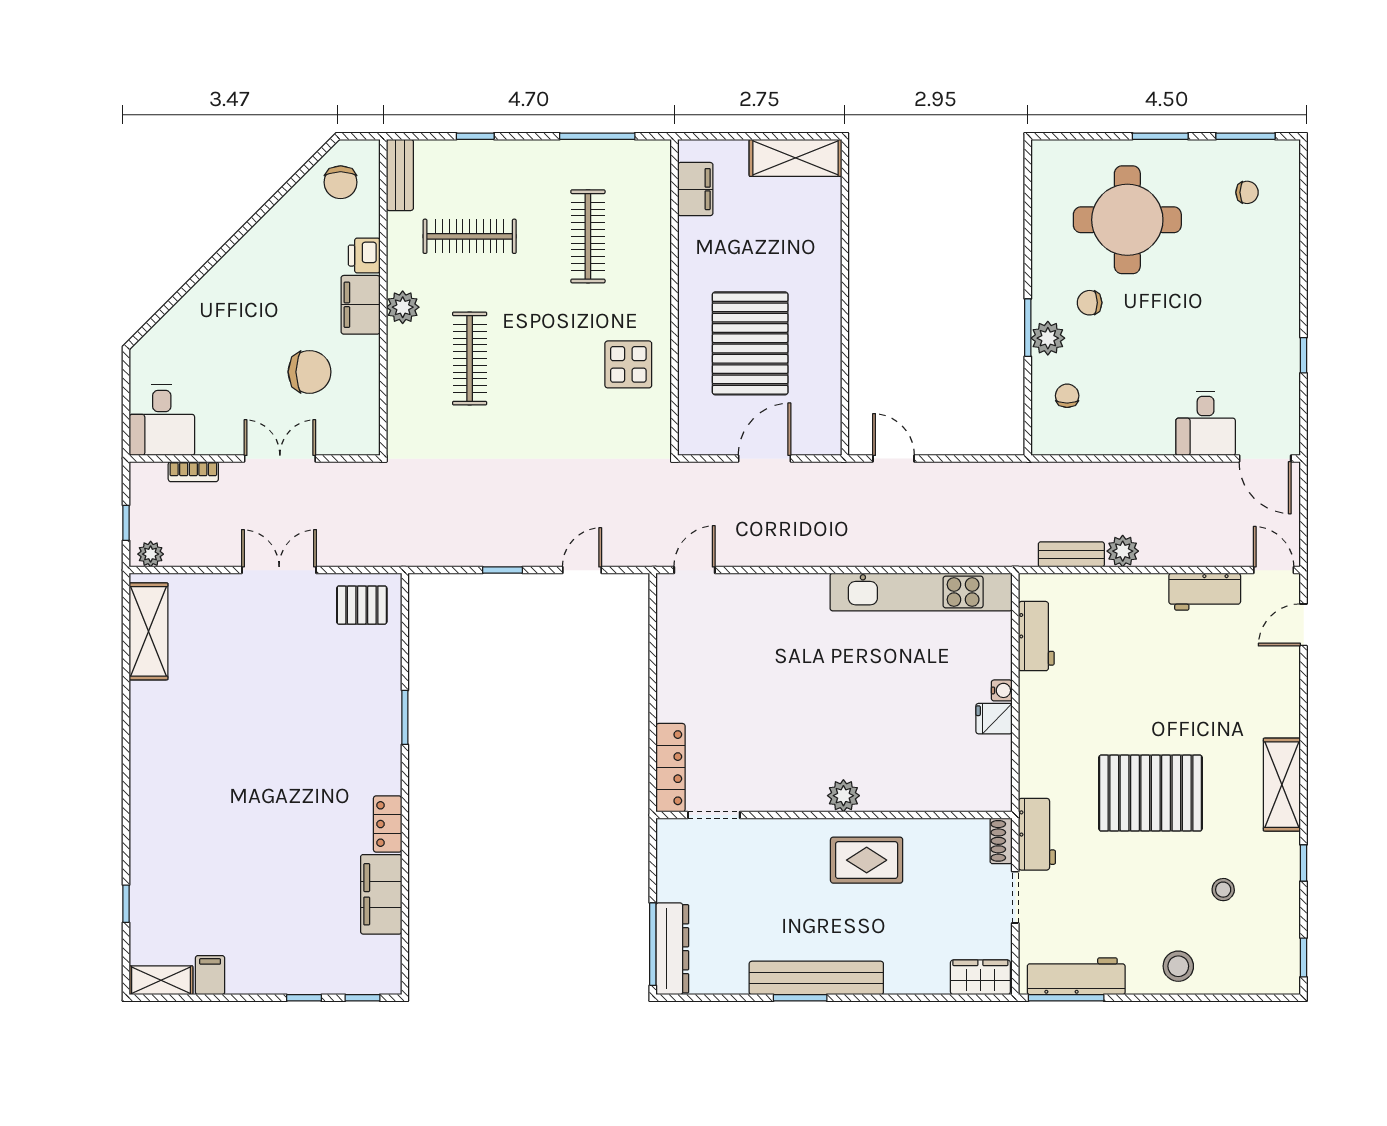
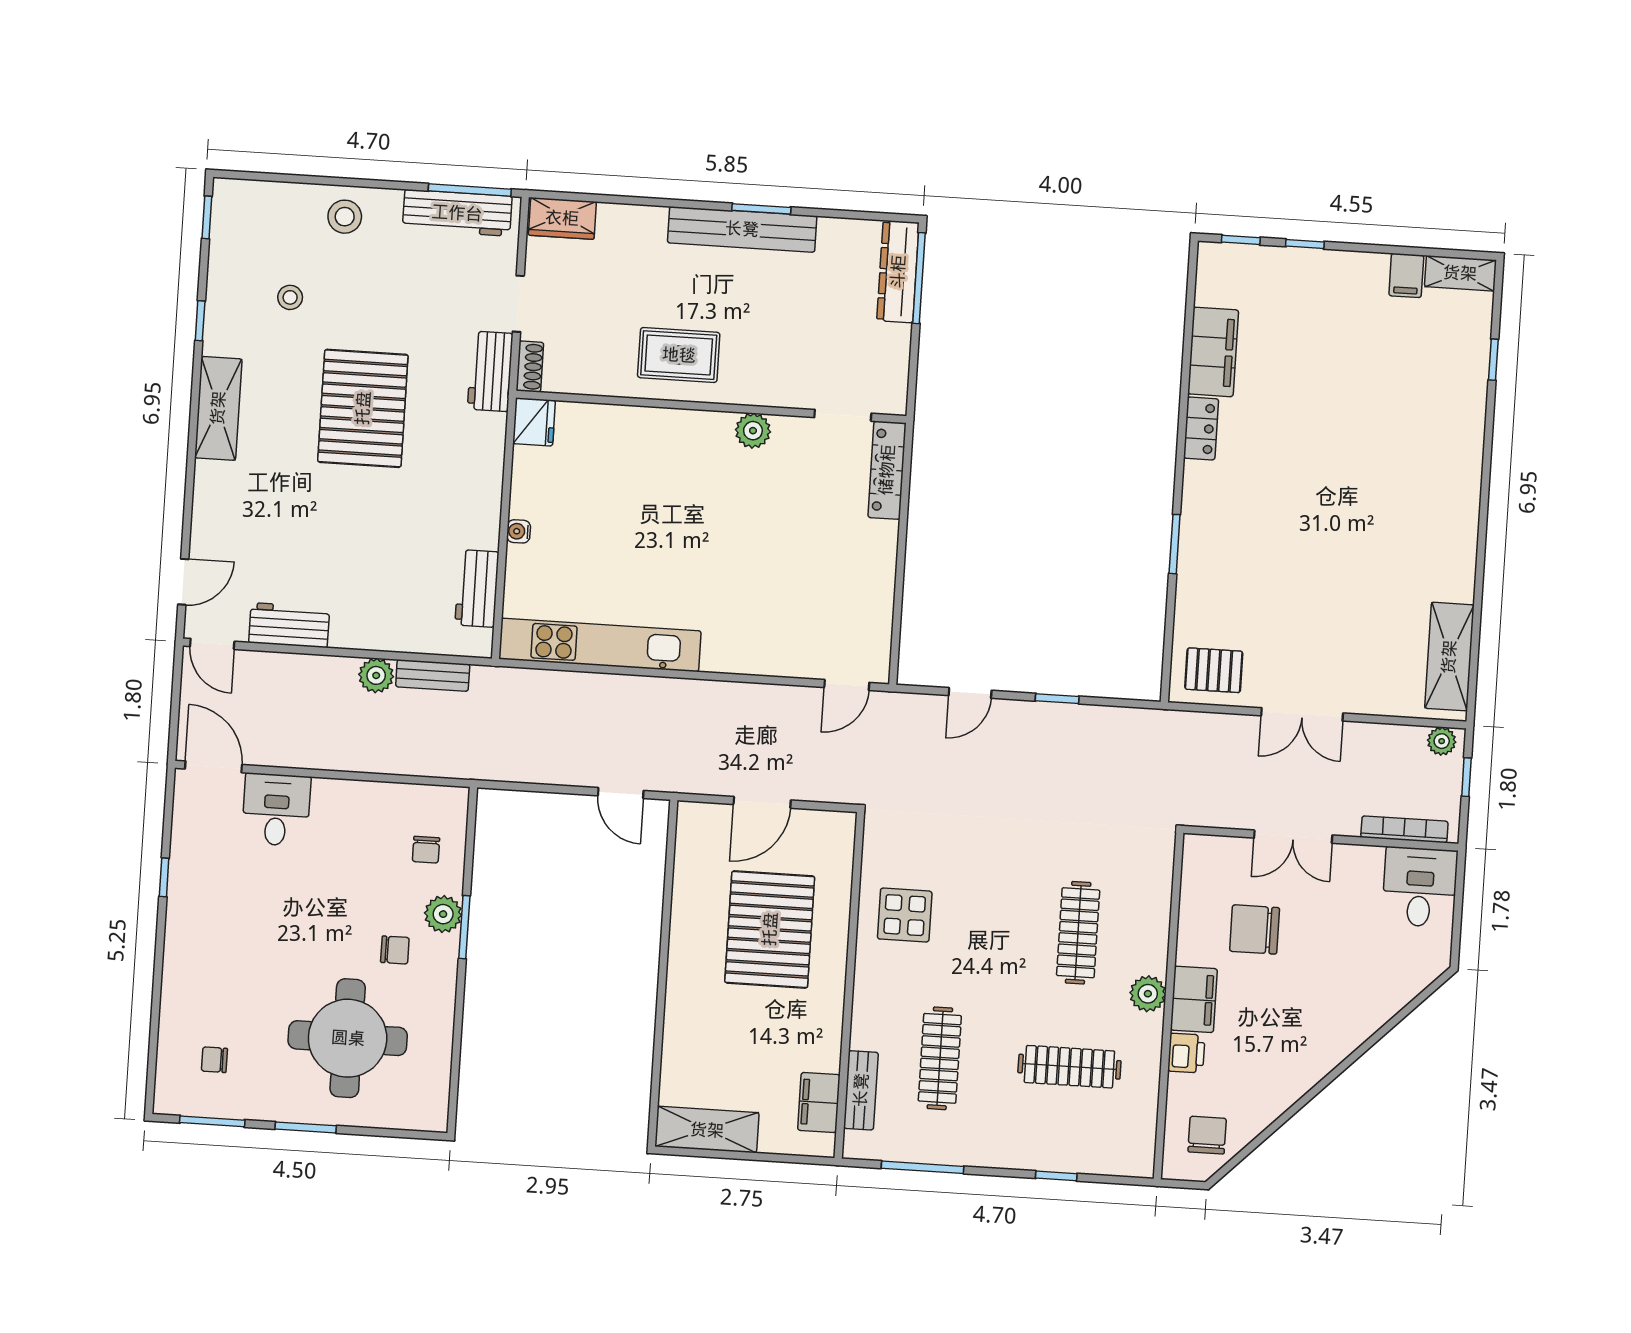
bench: (400, 175) -> (861, 1090), moved
bookcase: (193, 472) -> (1404, 829), width x1.56
fridge: (994, 719) -> (534, 422), moved, width x1.38
pallet: (1150, 793) -> (363, 408), turned 90
plant: (843, 796) -> (753, 431), moved

